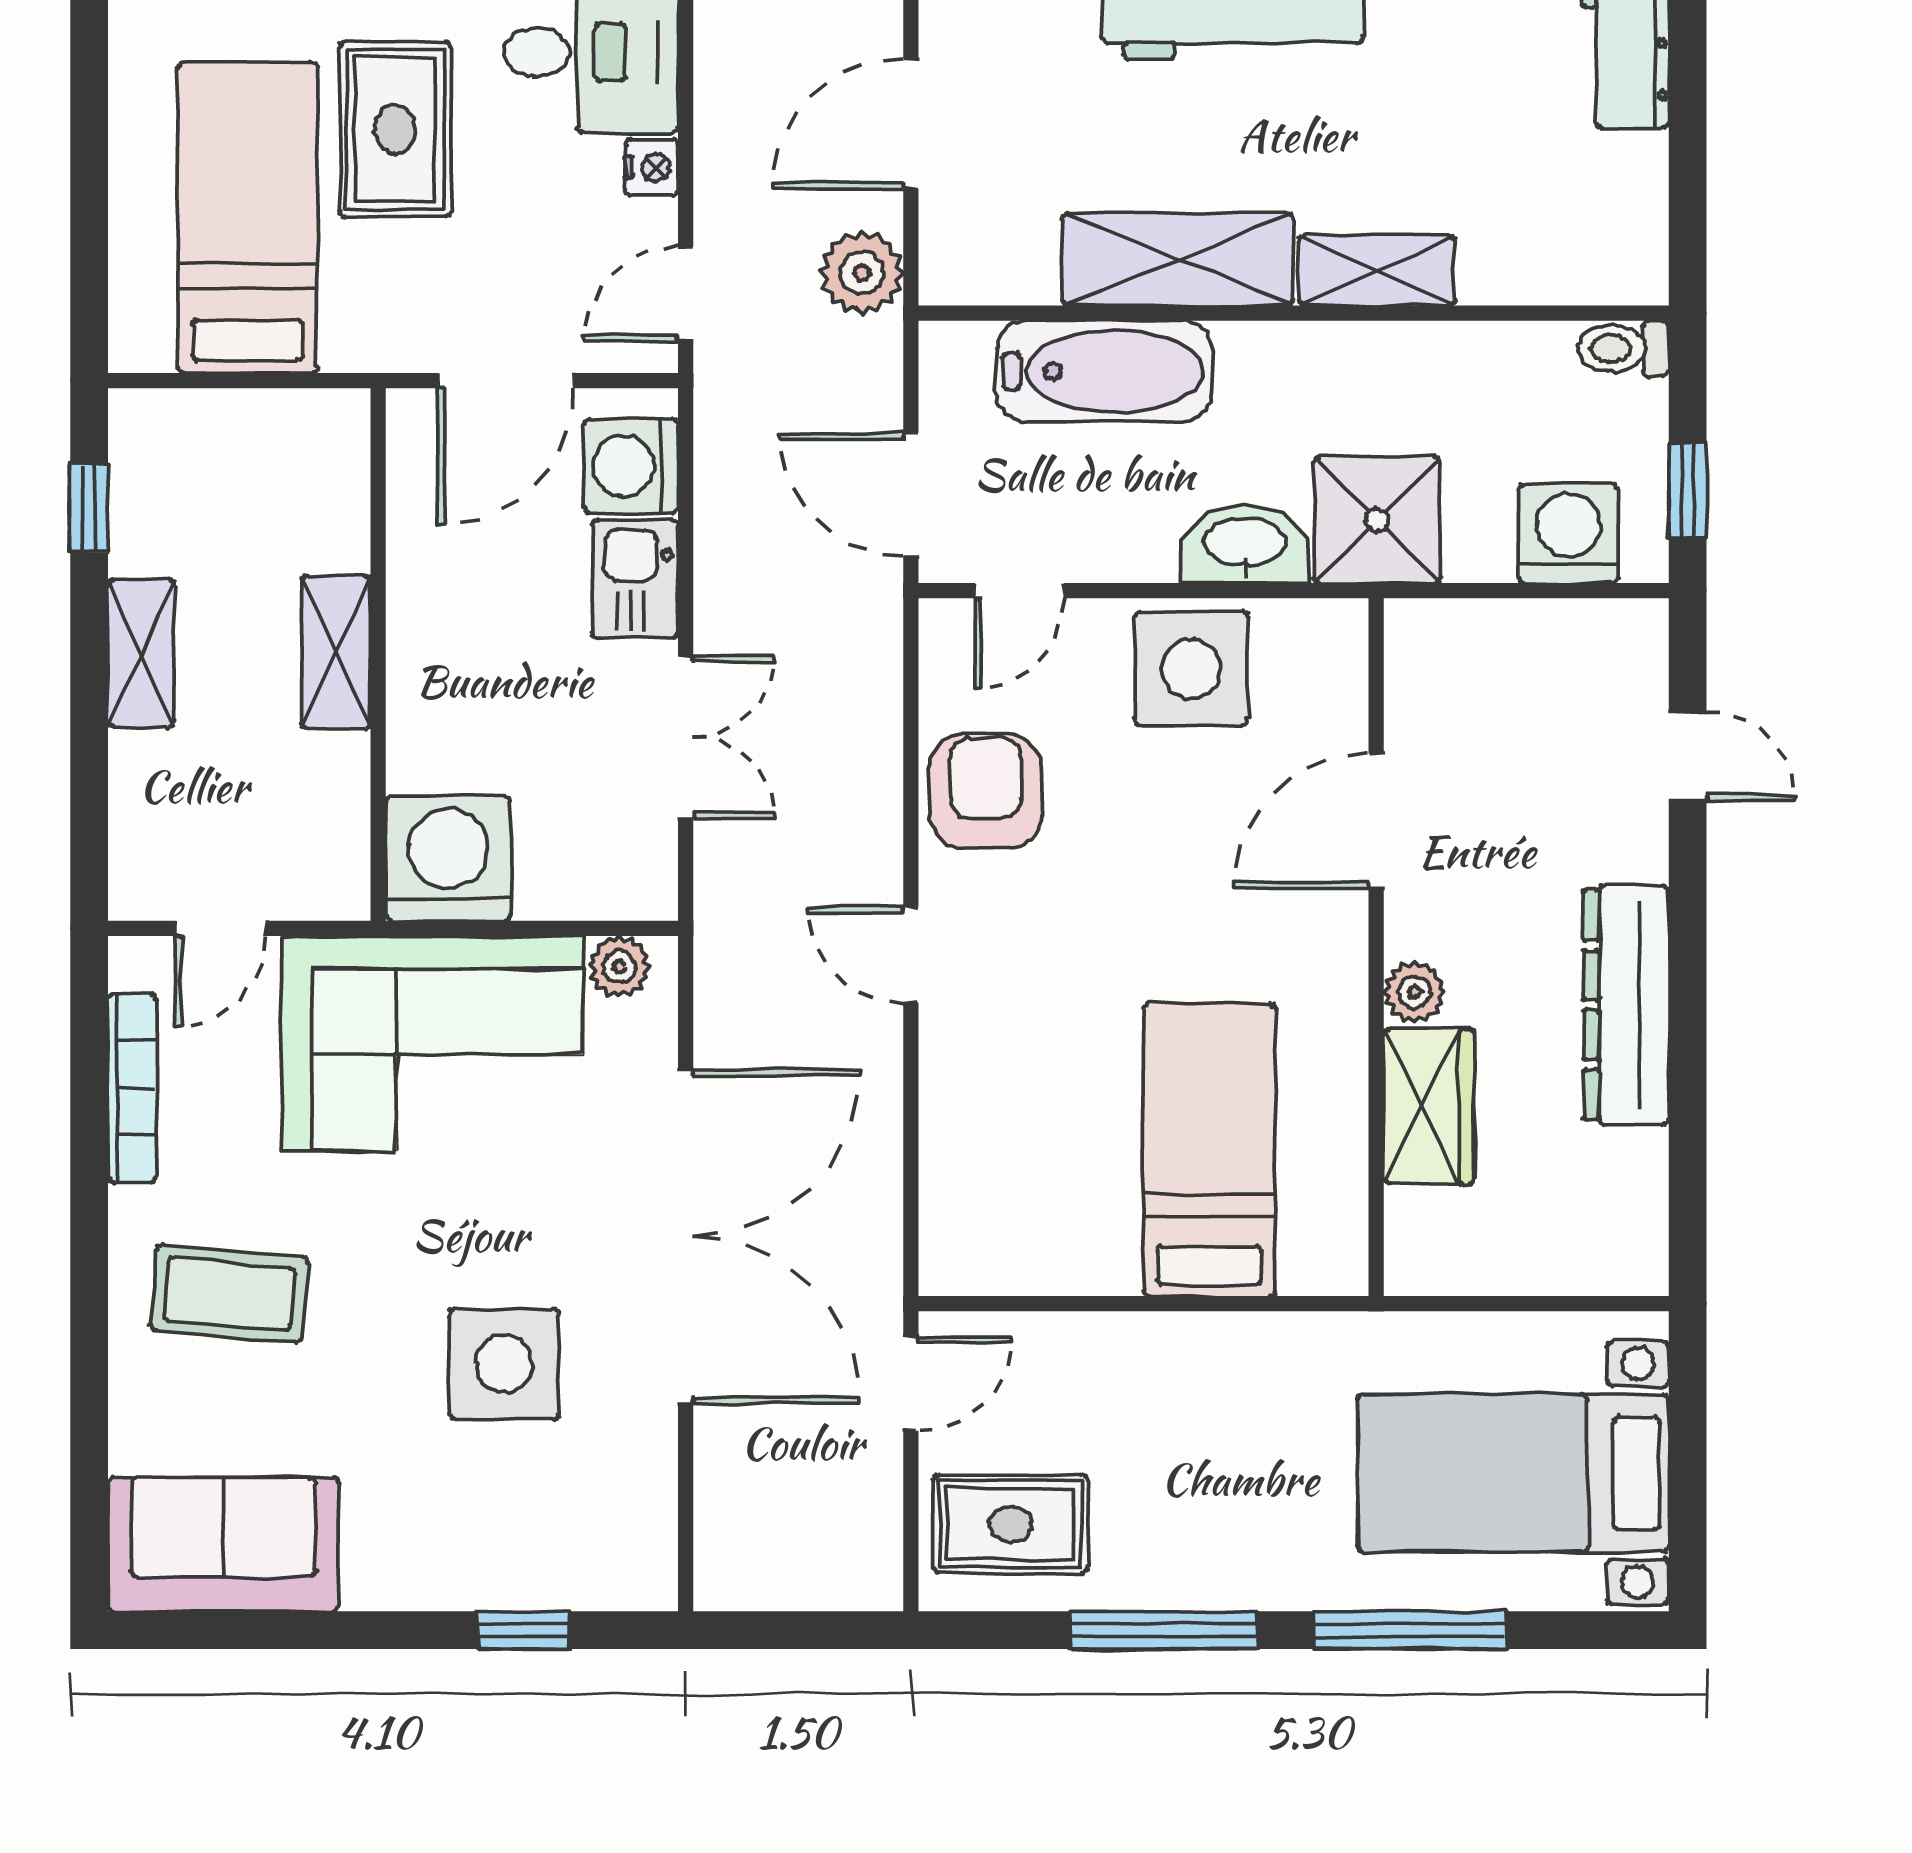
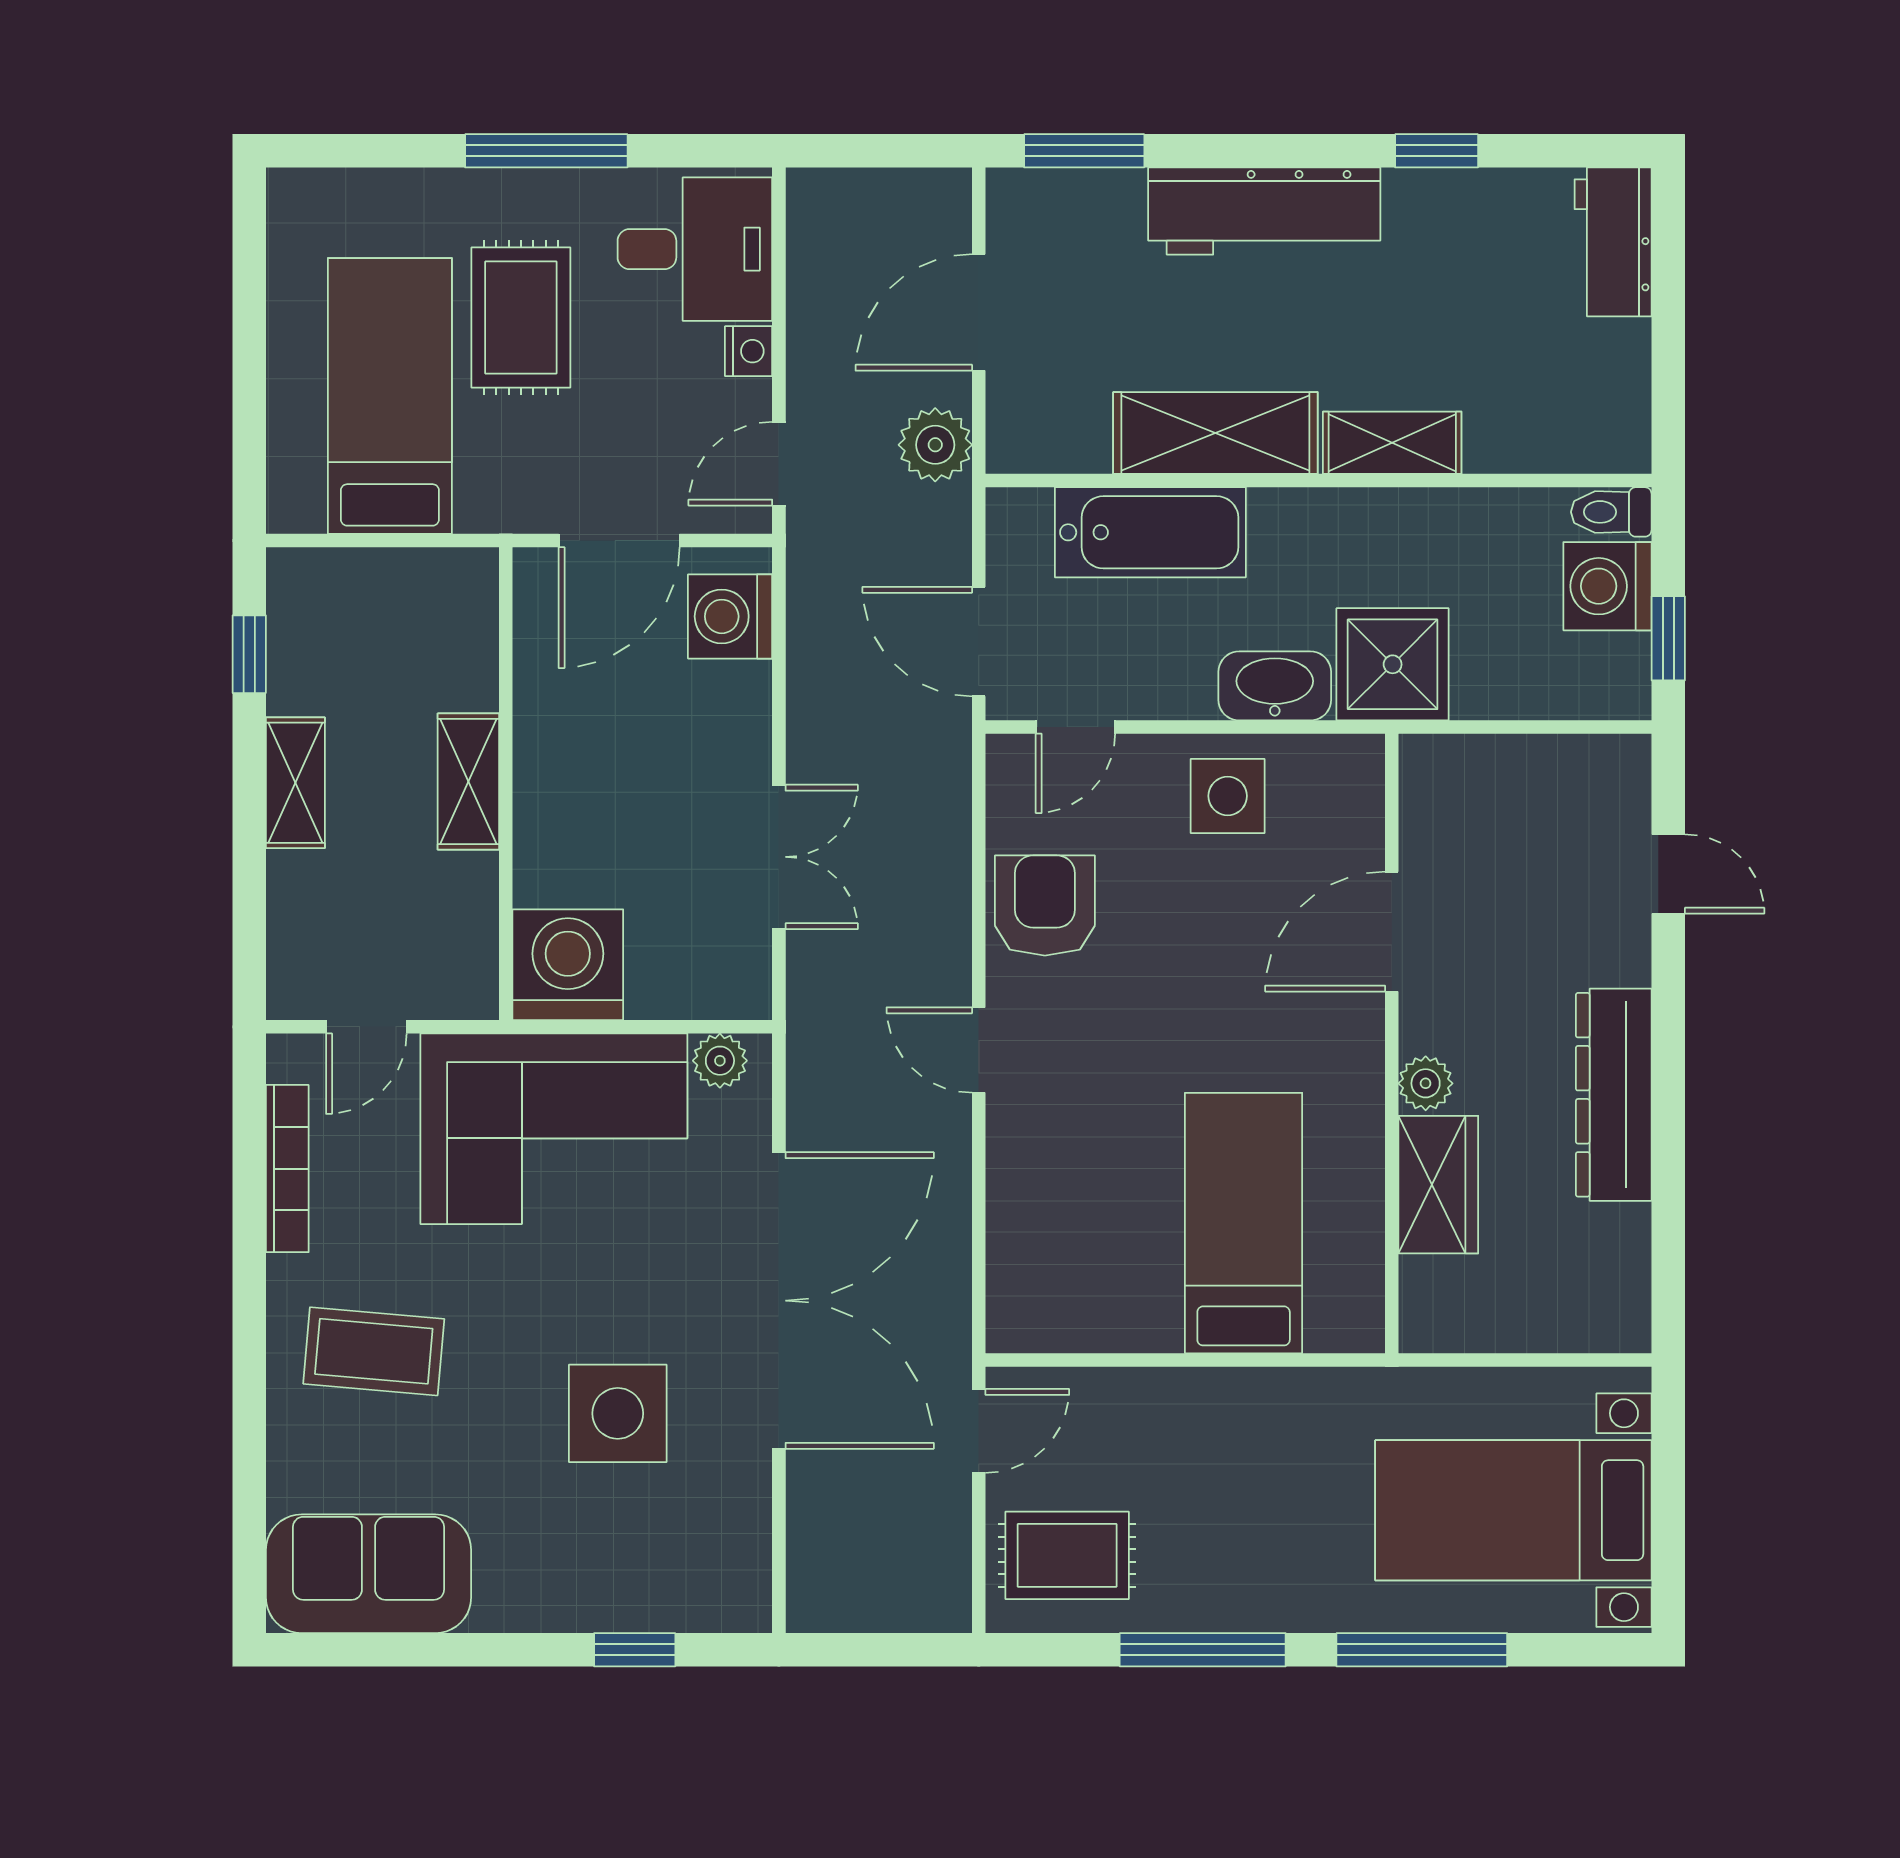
washing machine: (1568, 533) -> (1607, 586), moved, turned -90
kitchen sink: (635, 579) -> (734, 717), removed
side table: (1191, 668) -> (1228, 796), width x0.73, depth x0.73

